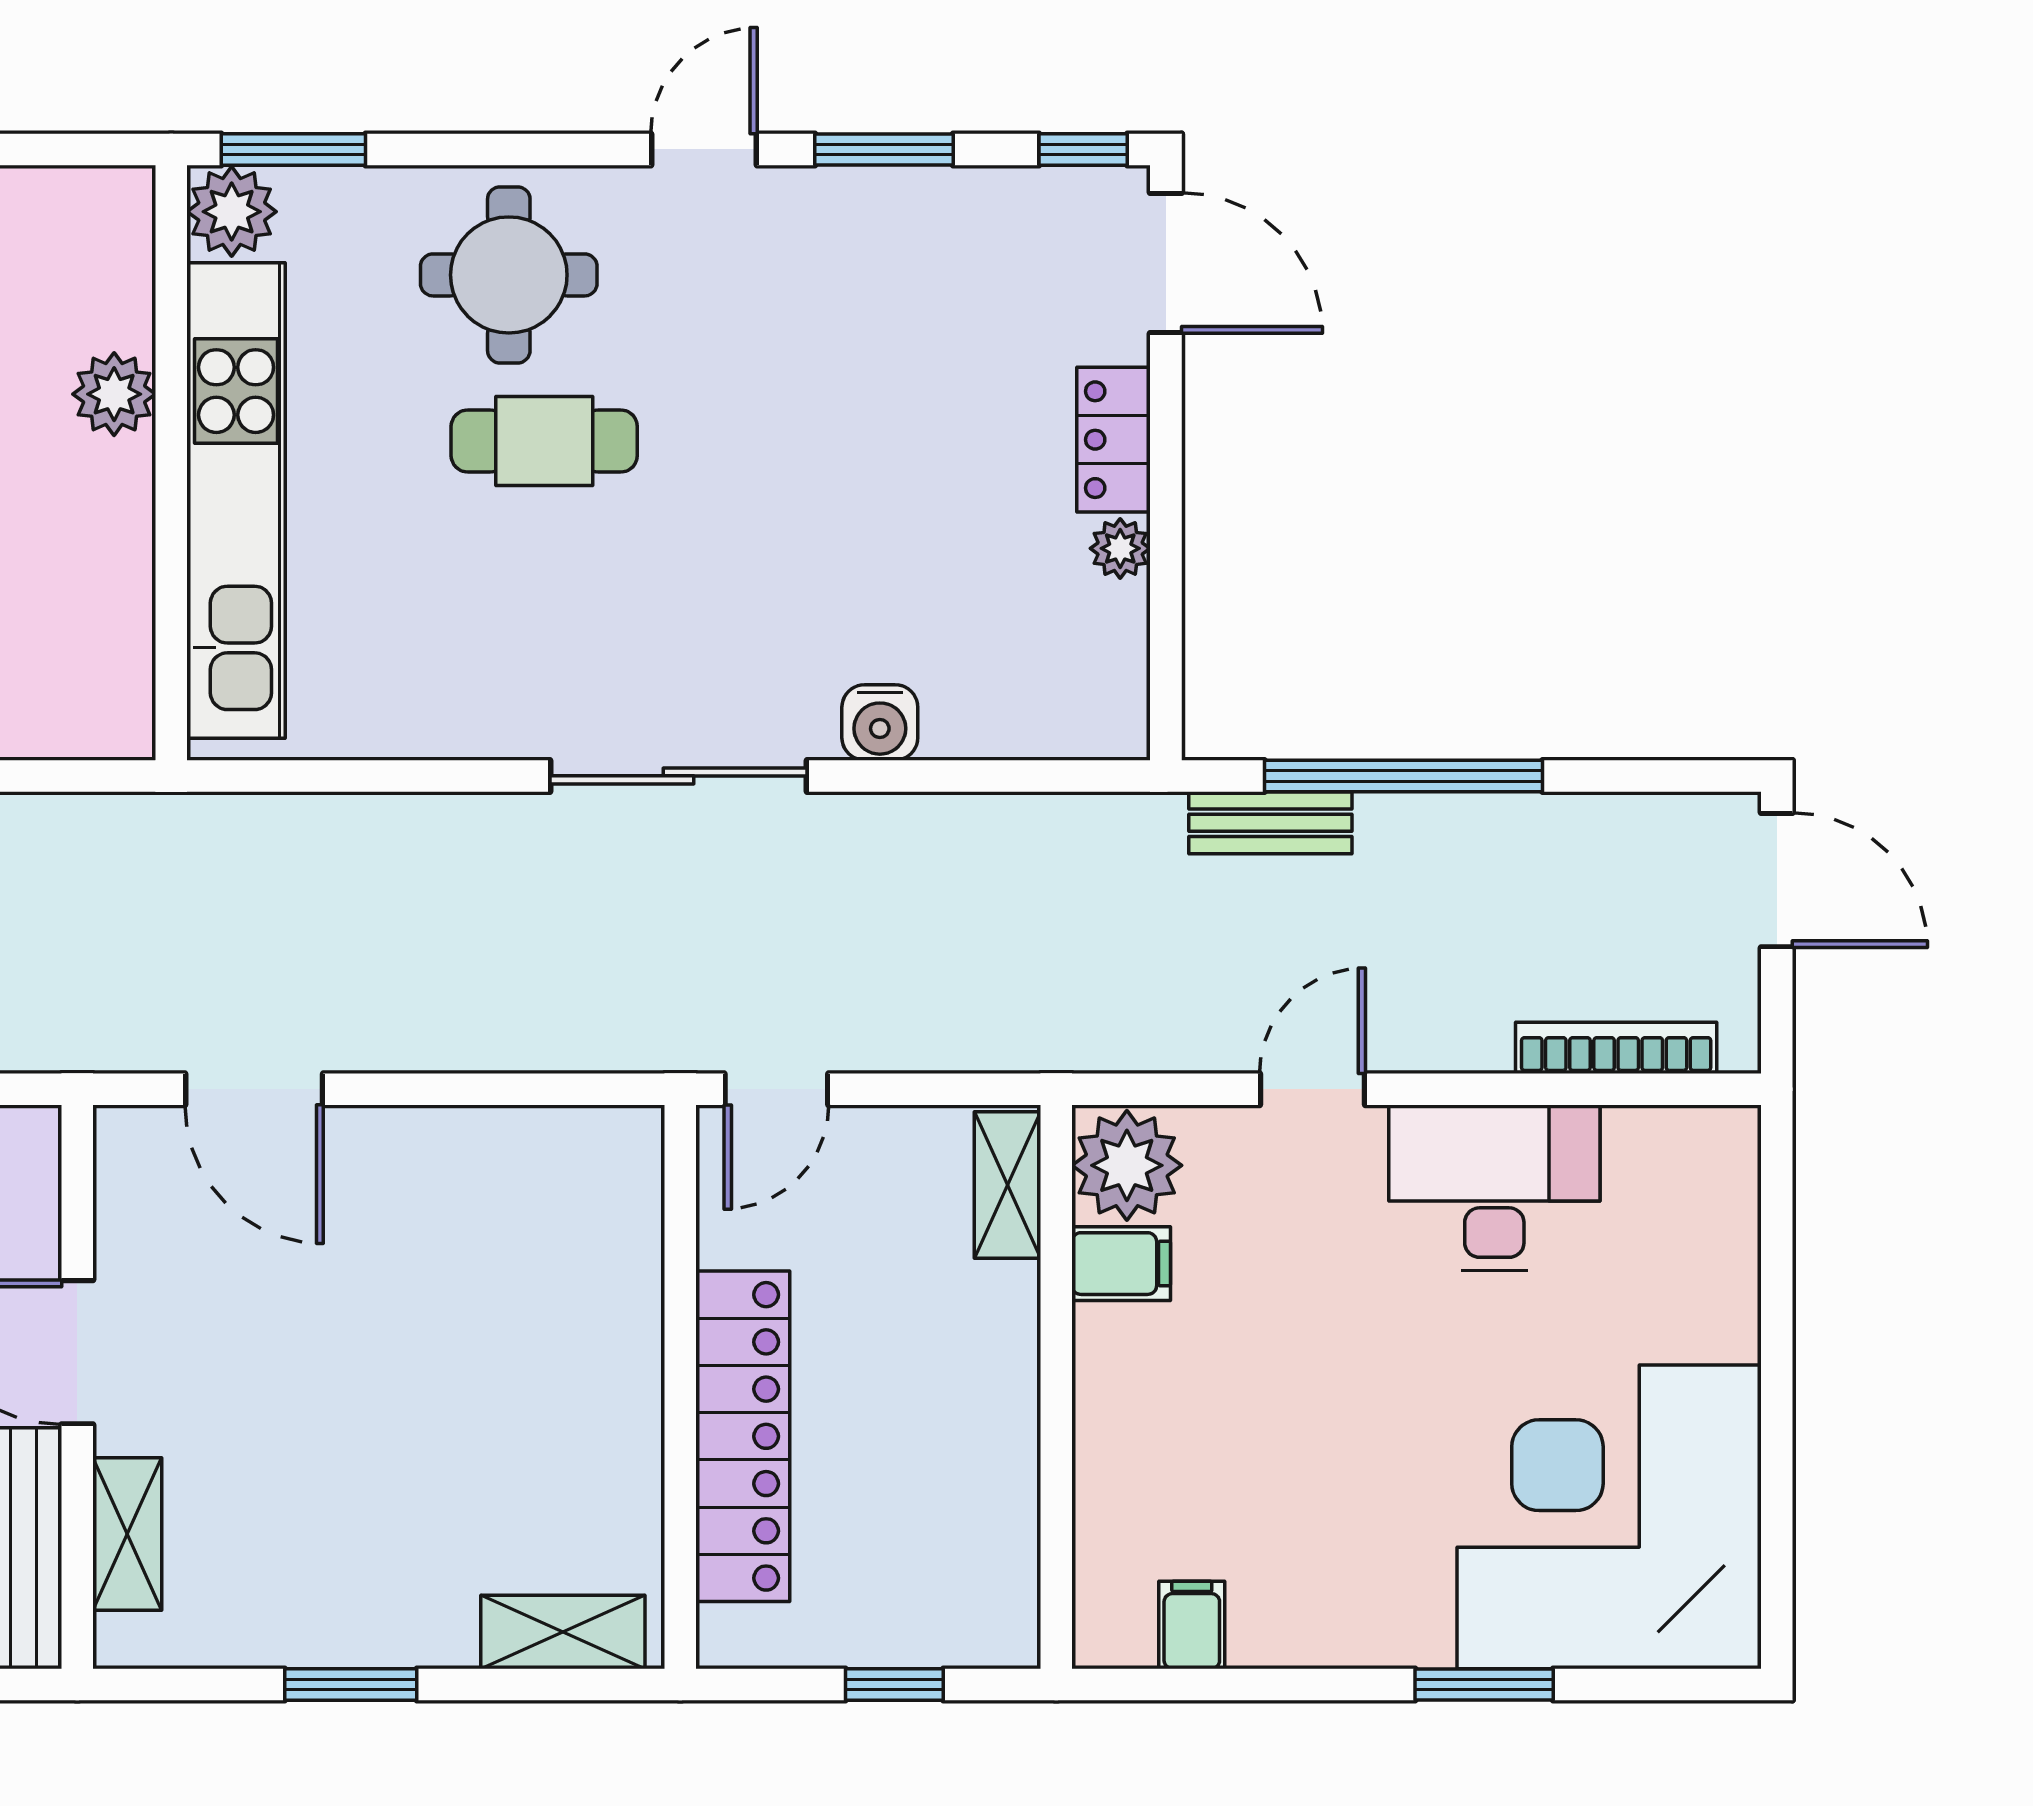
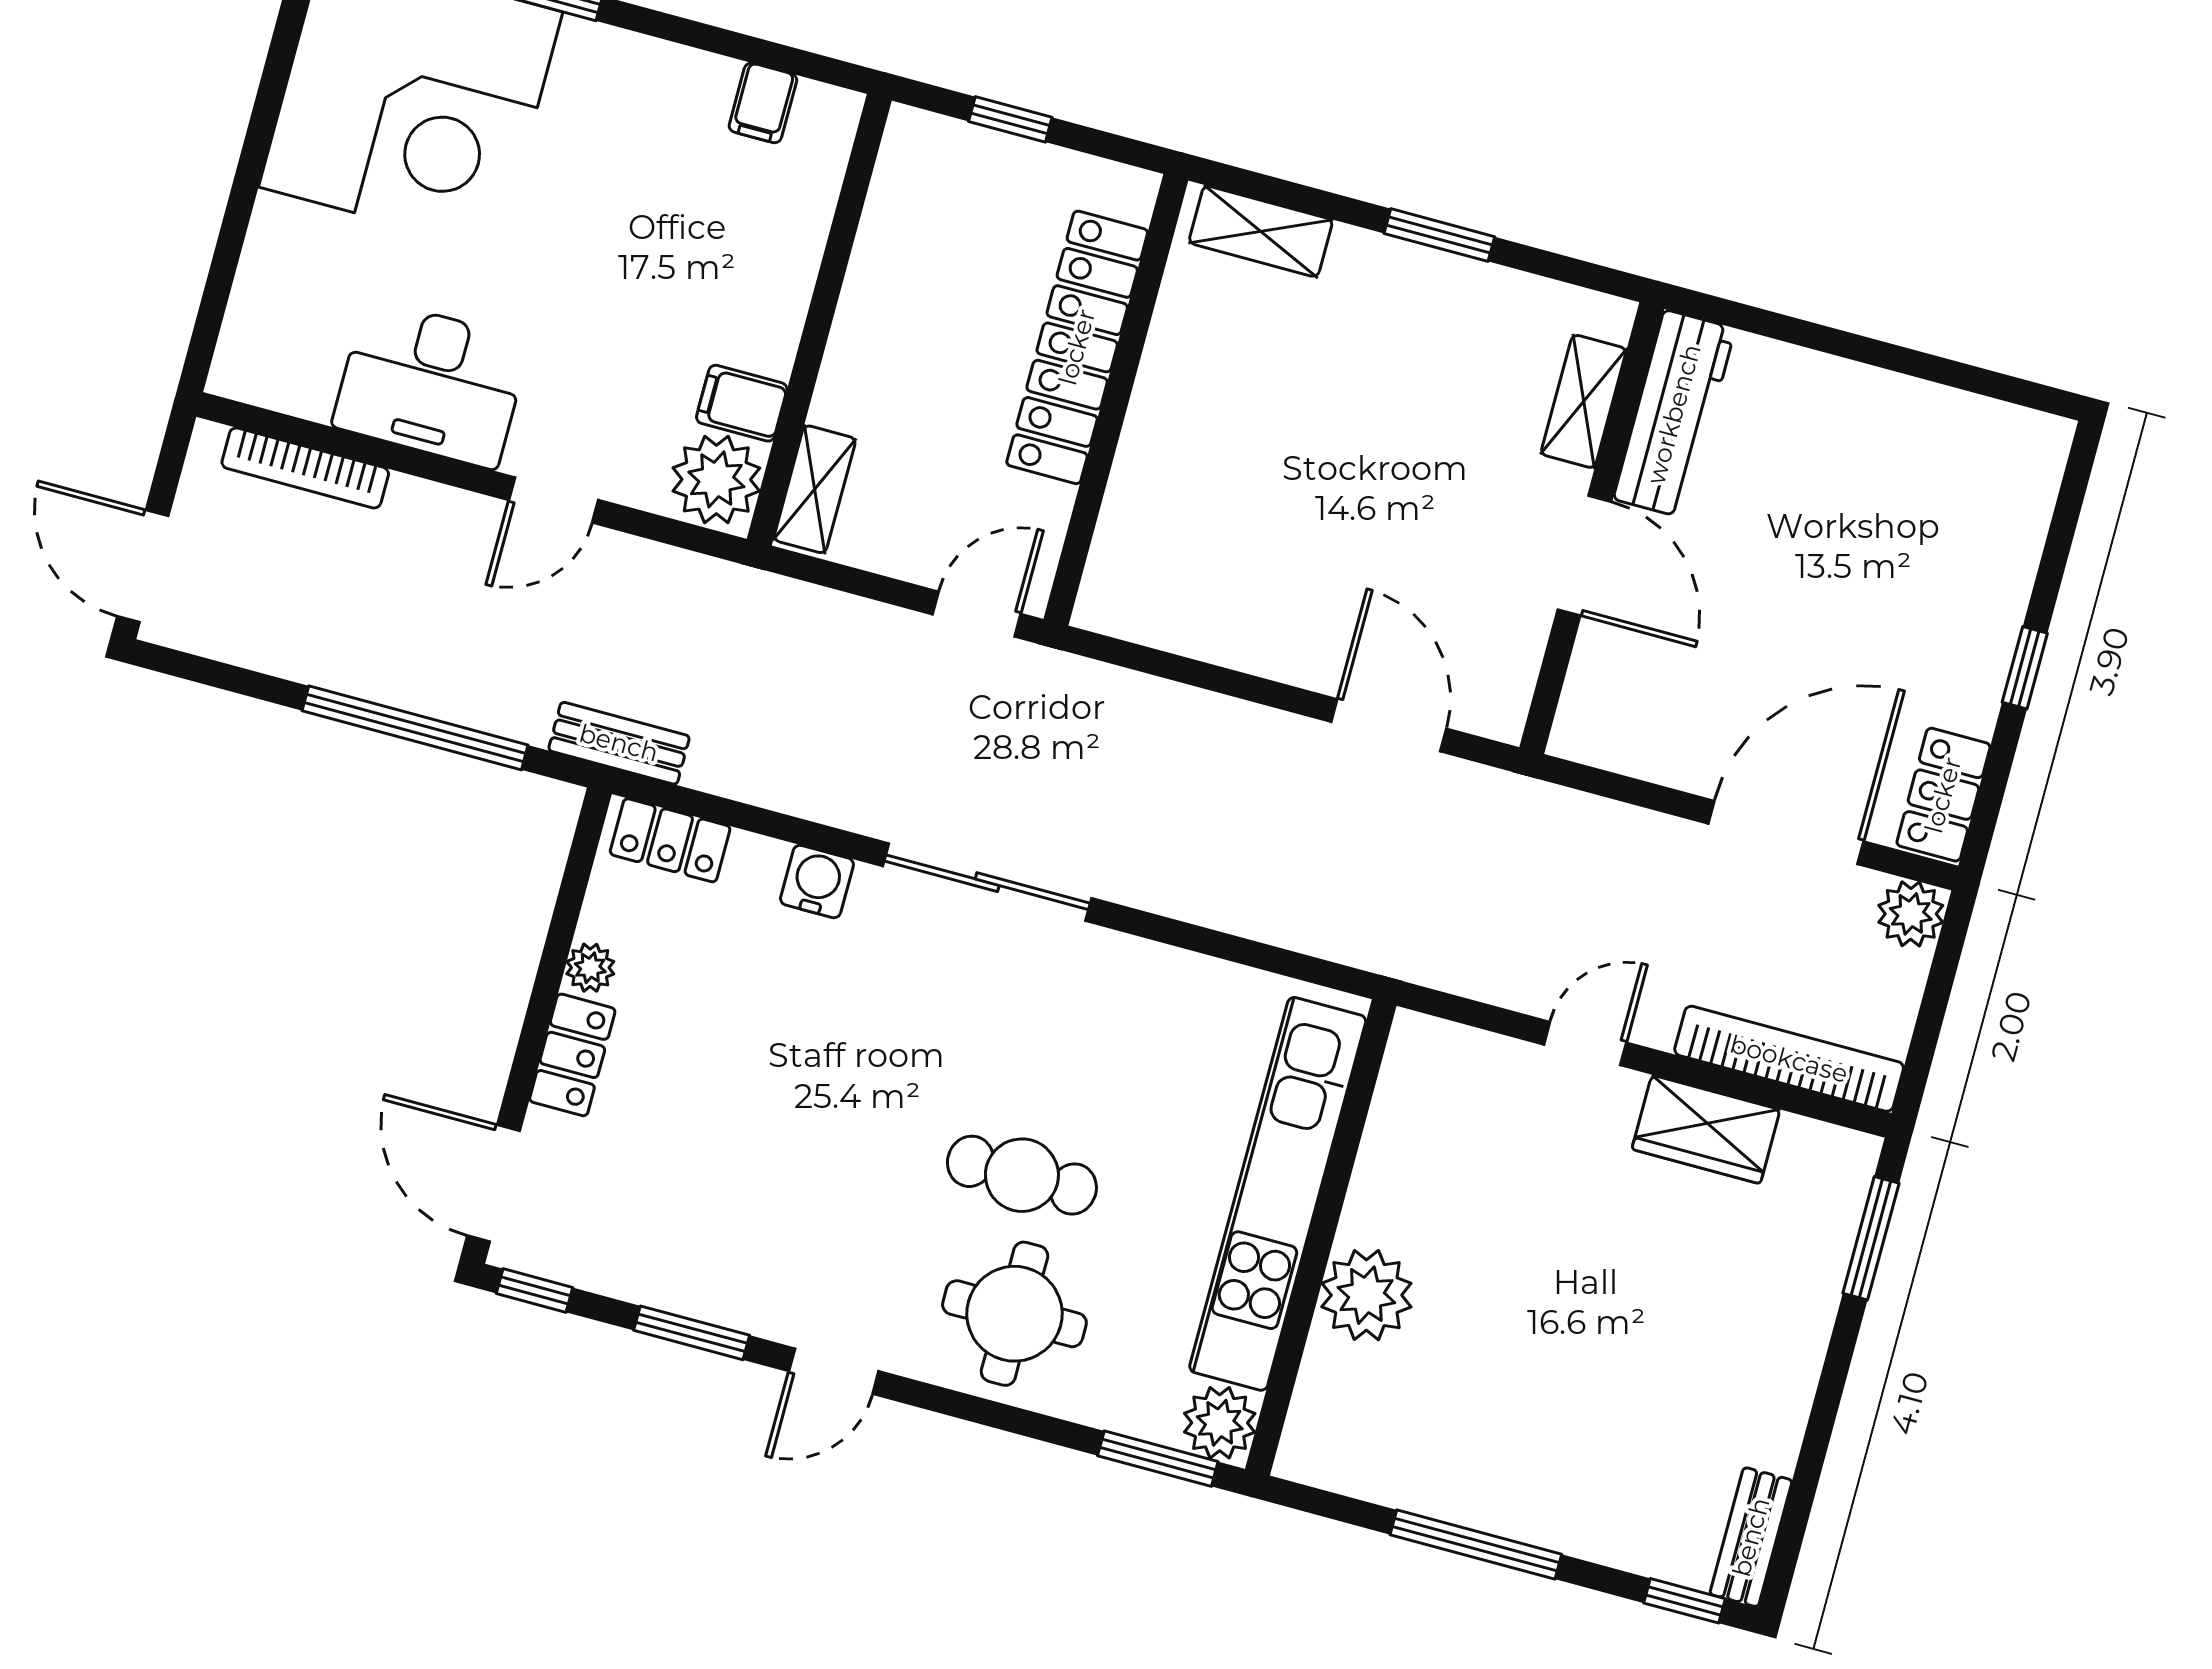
plant: (114, 394) -> (1366, 1295), width x1.36, depth x1.36
locker: (1066, 724) -> (670, 840), added
bench: (1270, 823) -> (619, 743), moved

